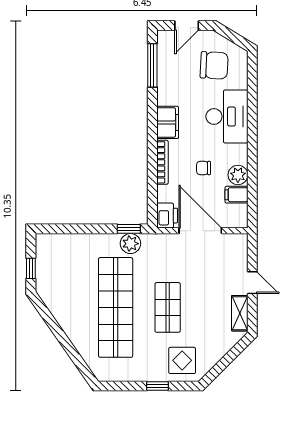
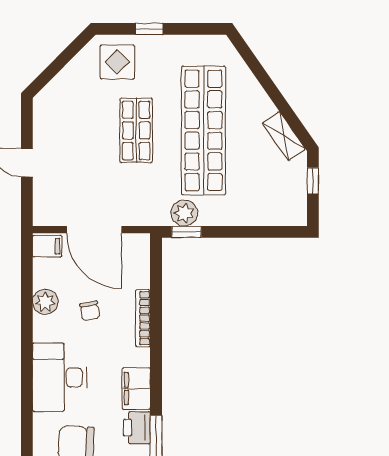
filing cabinet: (168, 122) -> (136, 389), moved
chair: (204, 168) -> (90, 311), turned 80
filing cabinet: (236, 195) -> (47, 246), moved
printer: (167, 216) -> (137, 428), moved
shelving: (240, 313) -> (284, 136), moved, turned -35

